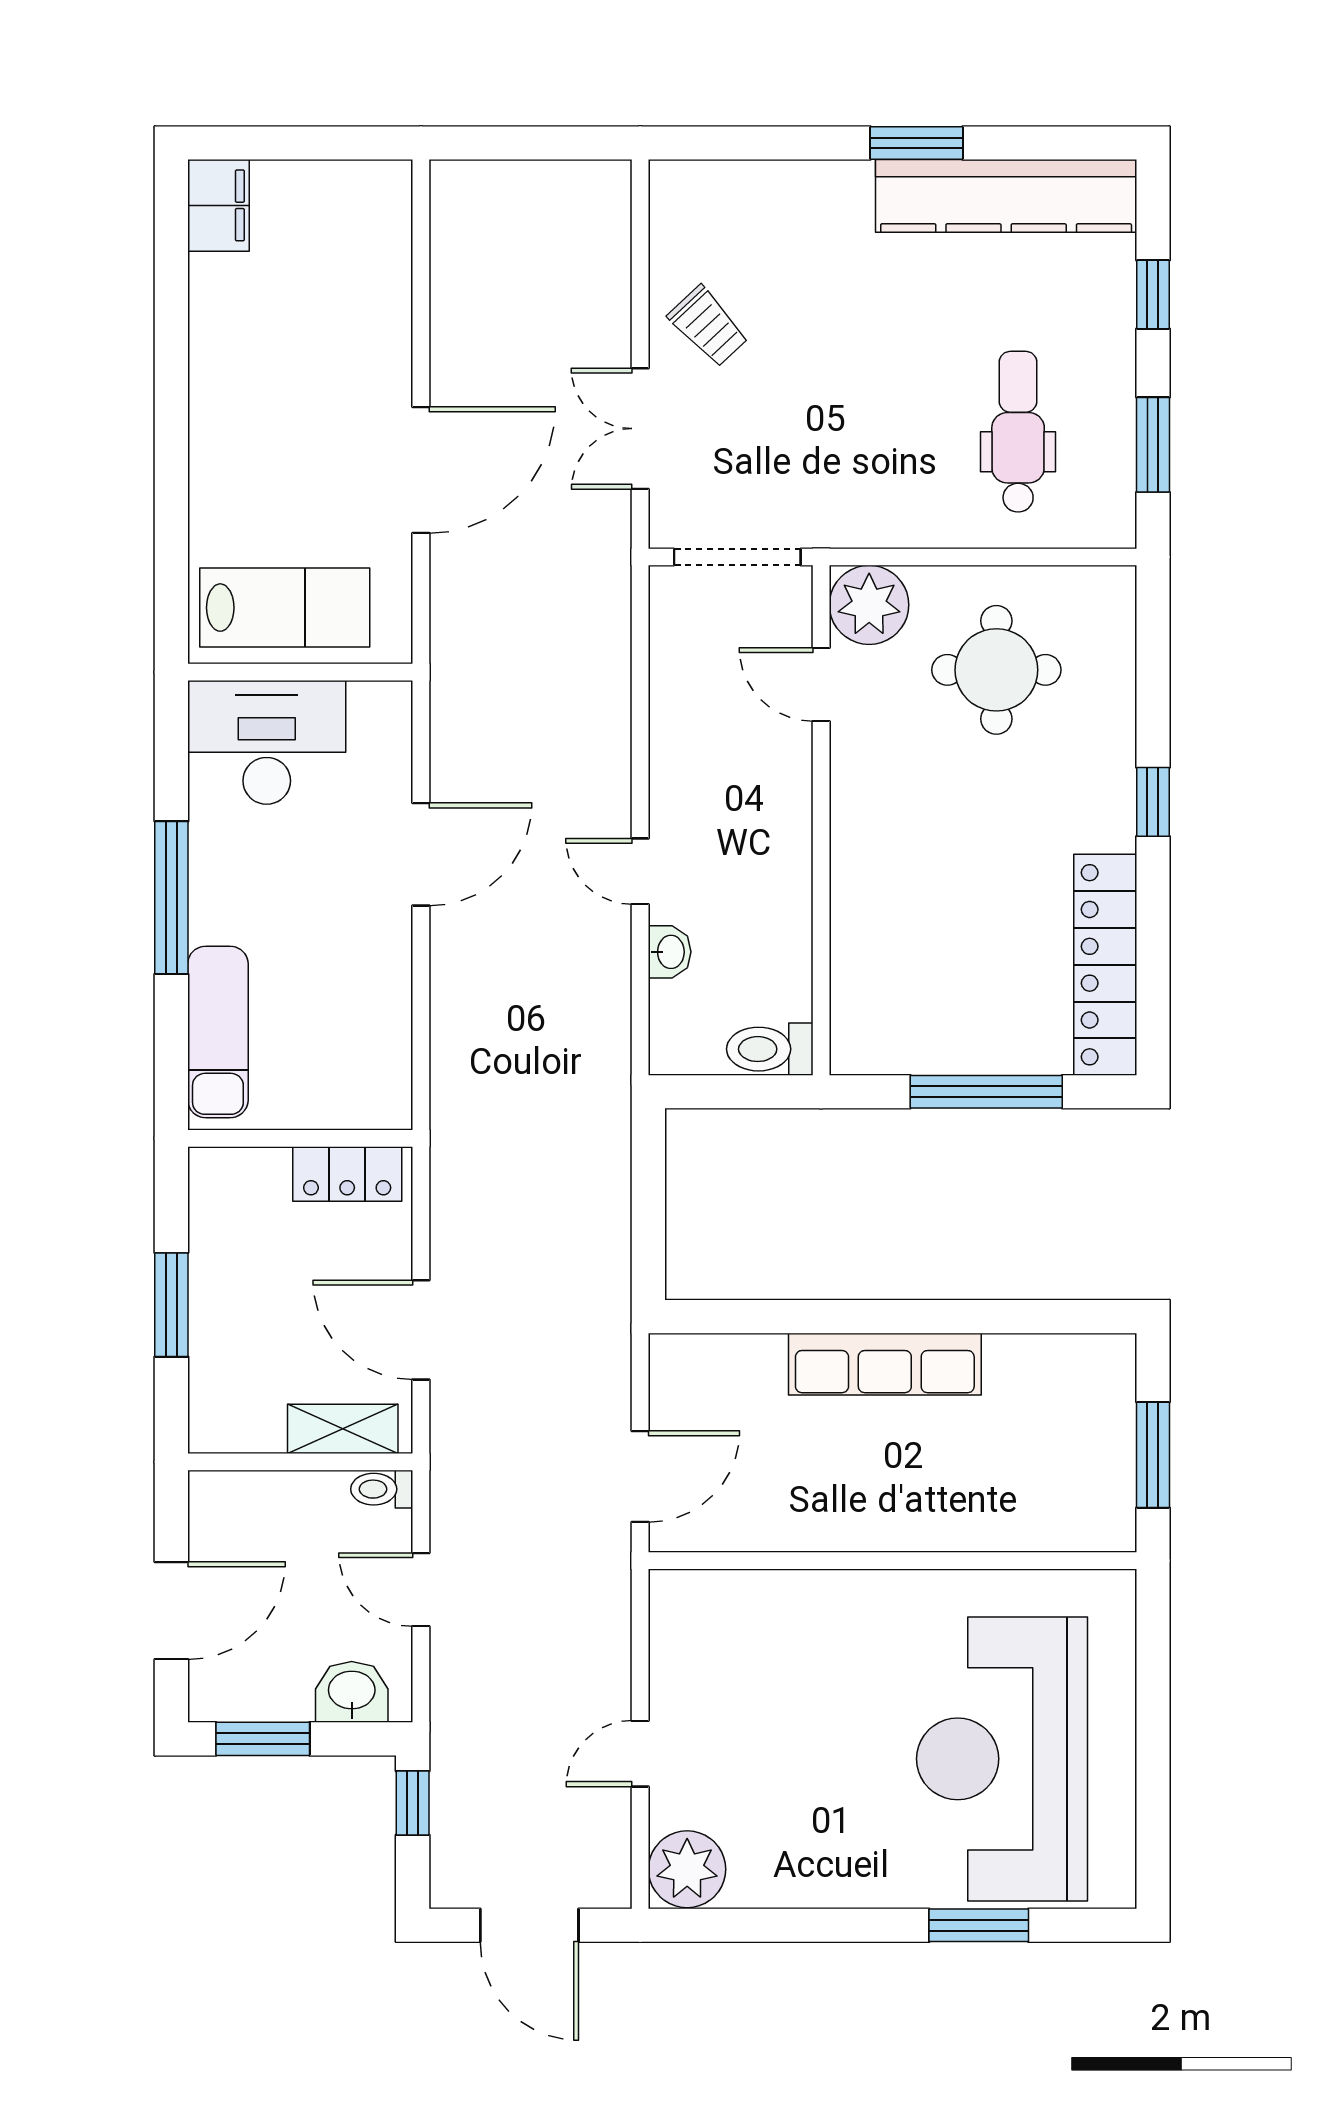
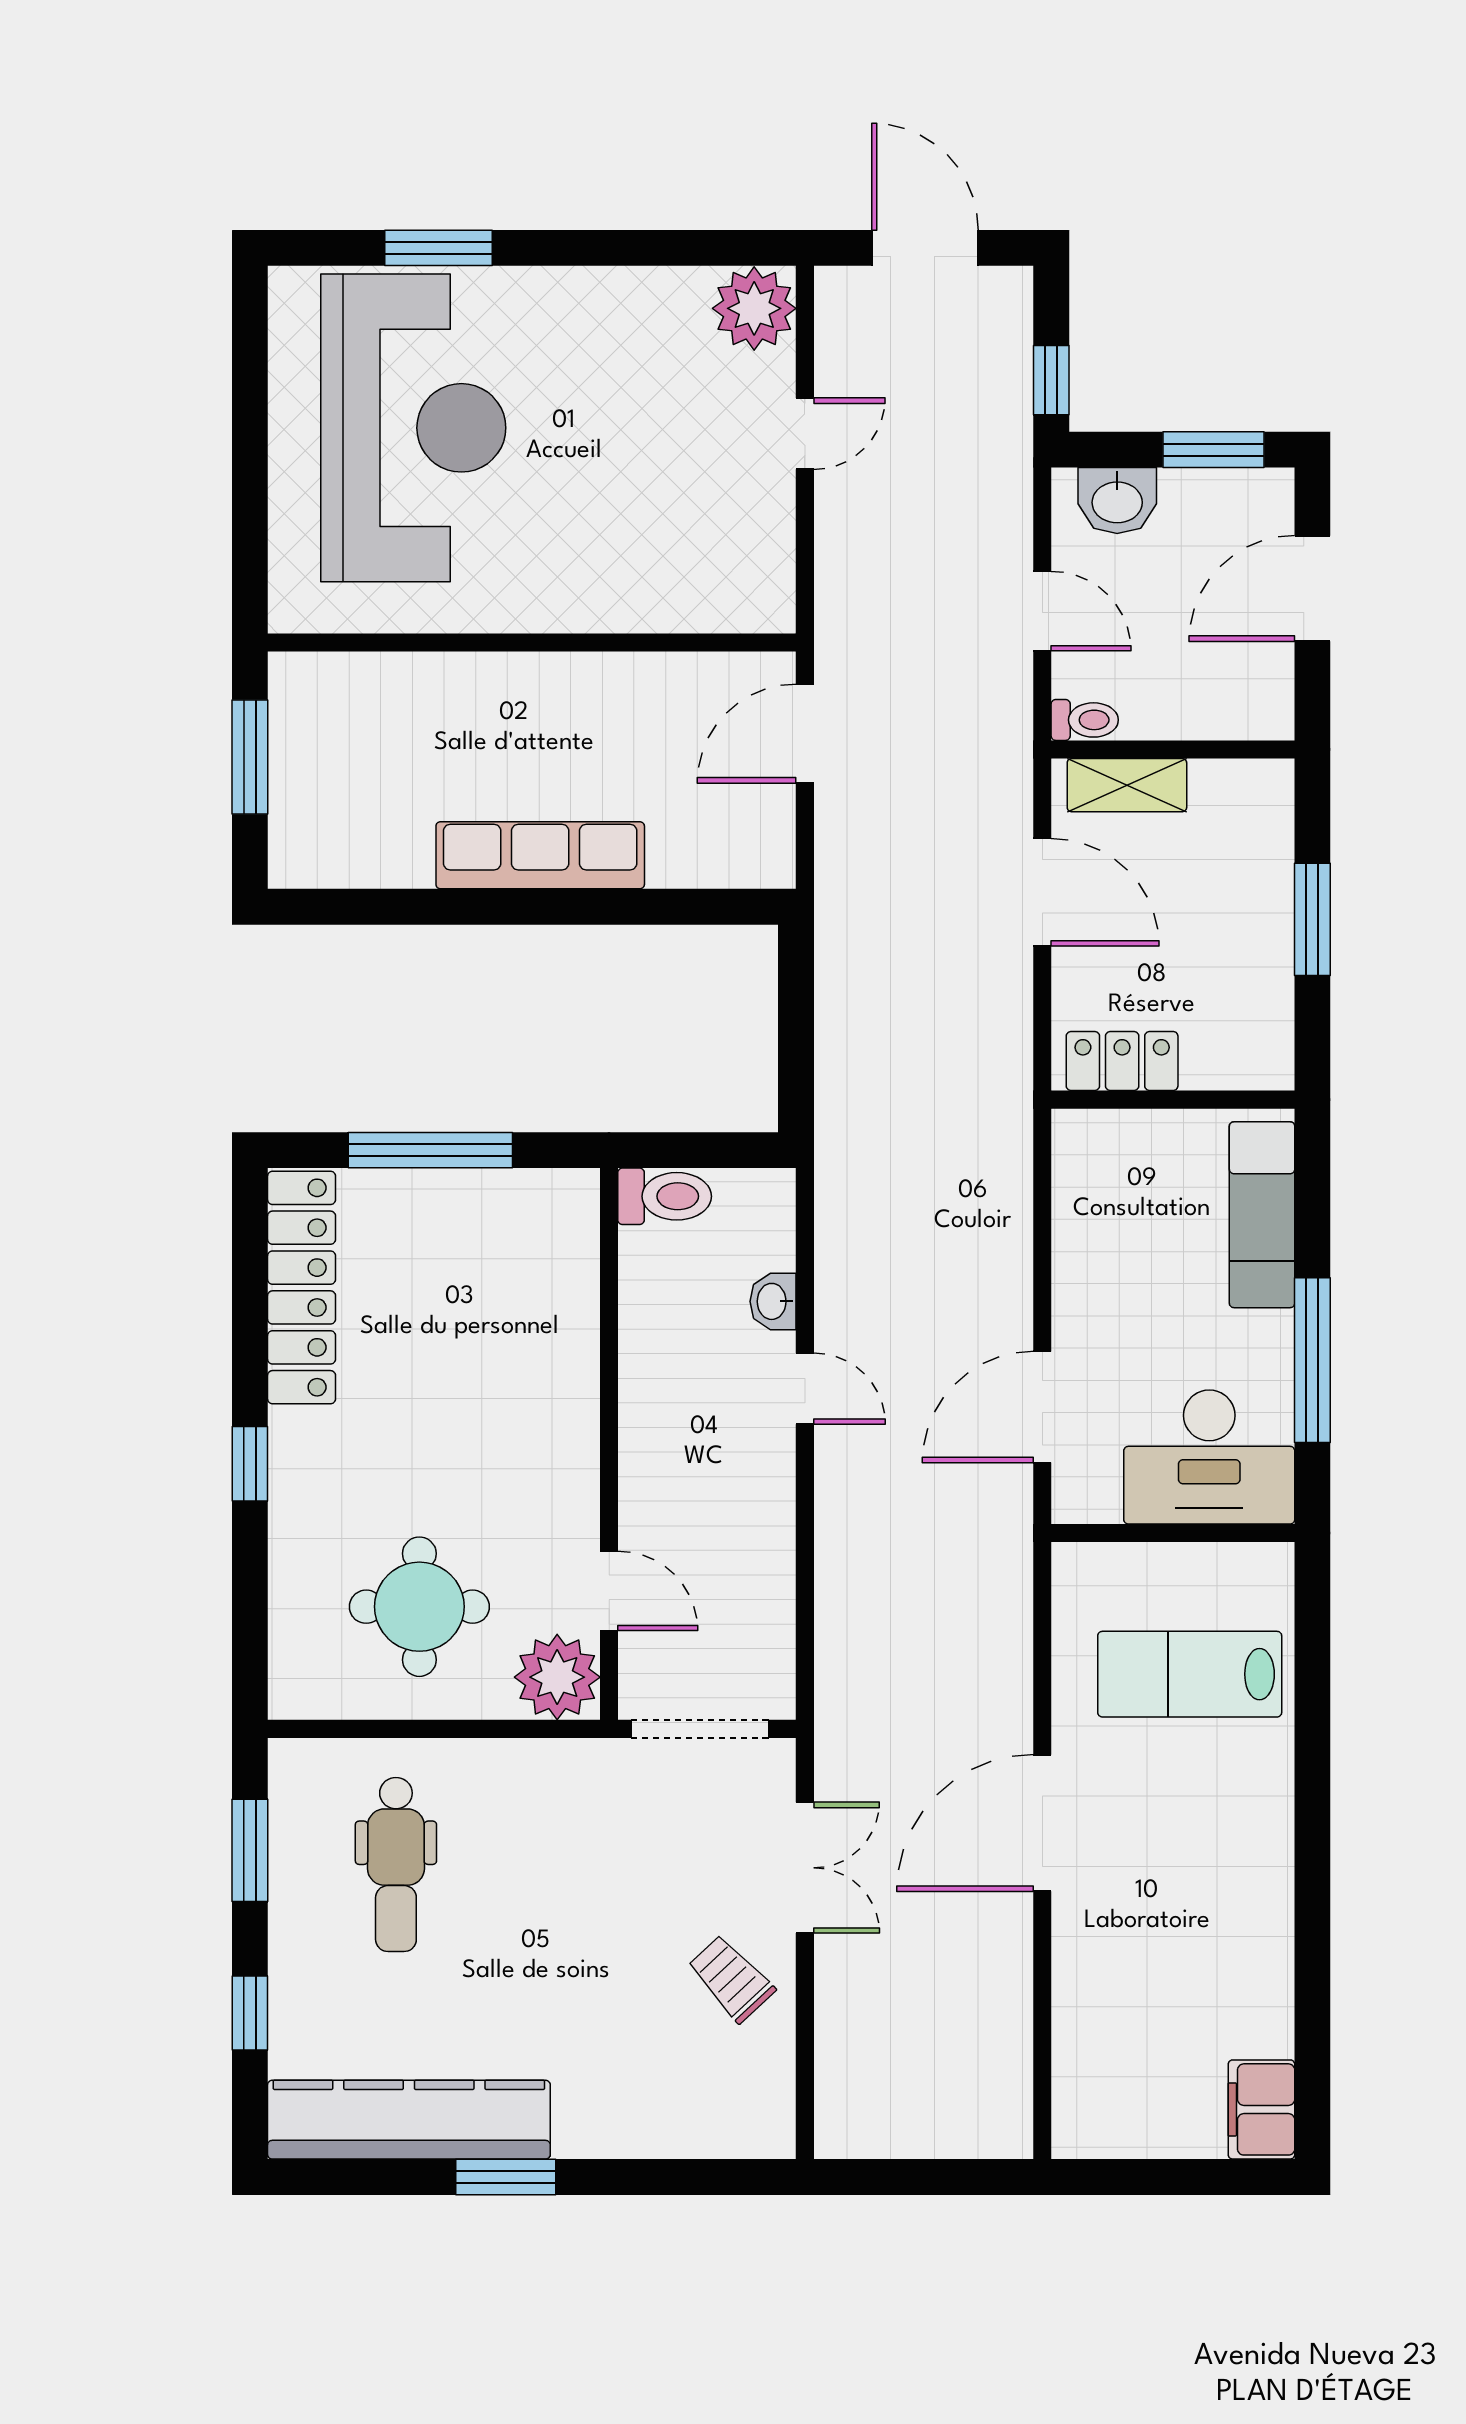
wall: (300, 672) -> (1173, 1533), moved
desk: (267, 742) -> (1209, 1457), moved

